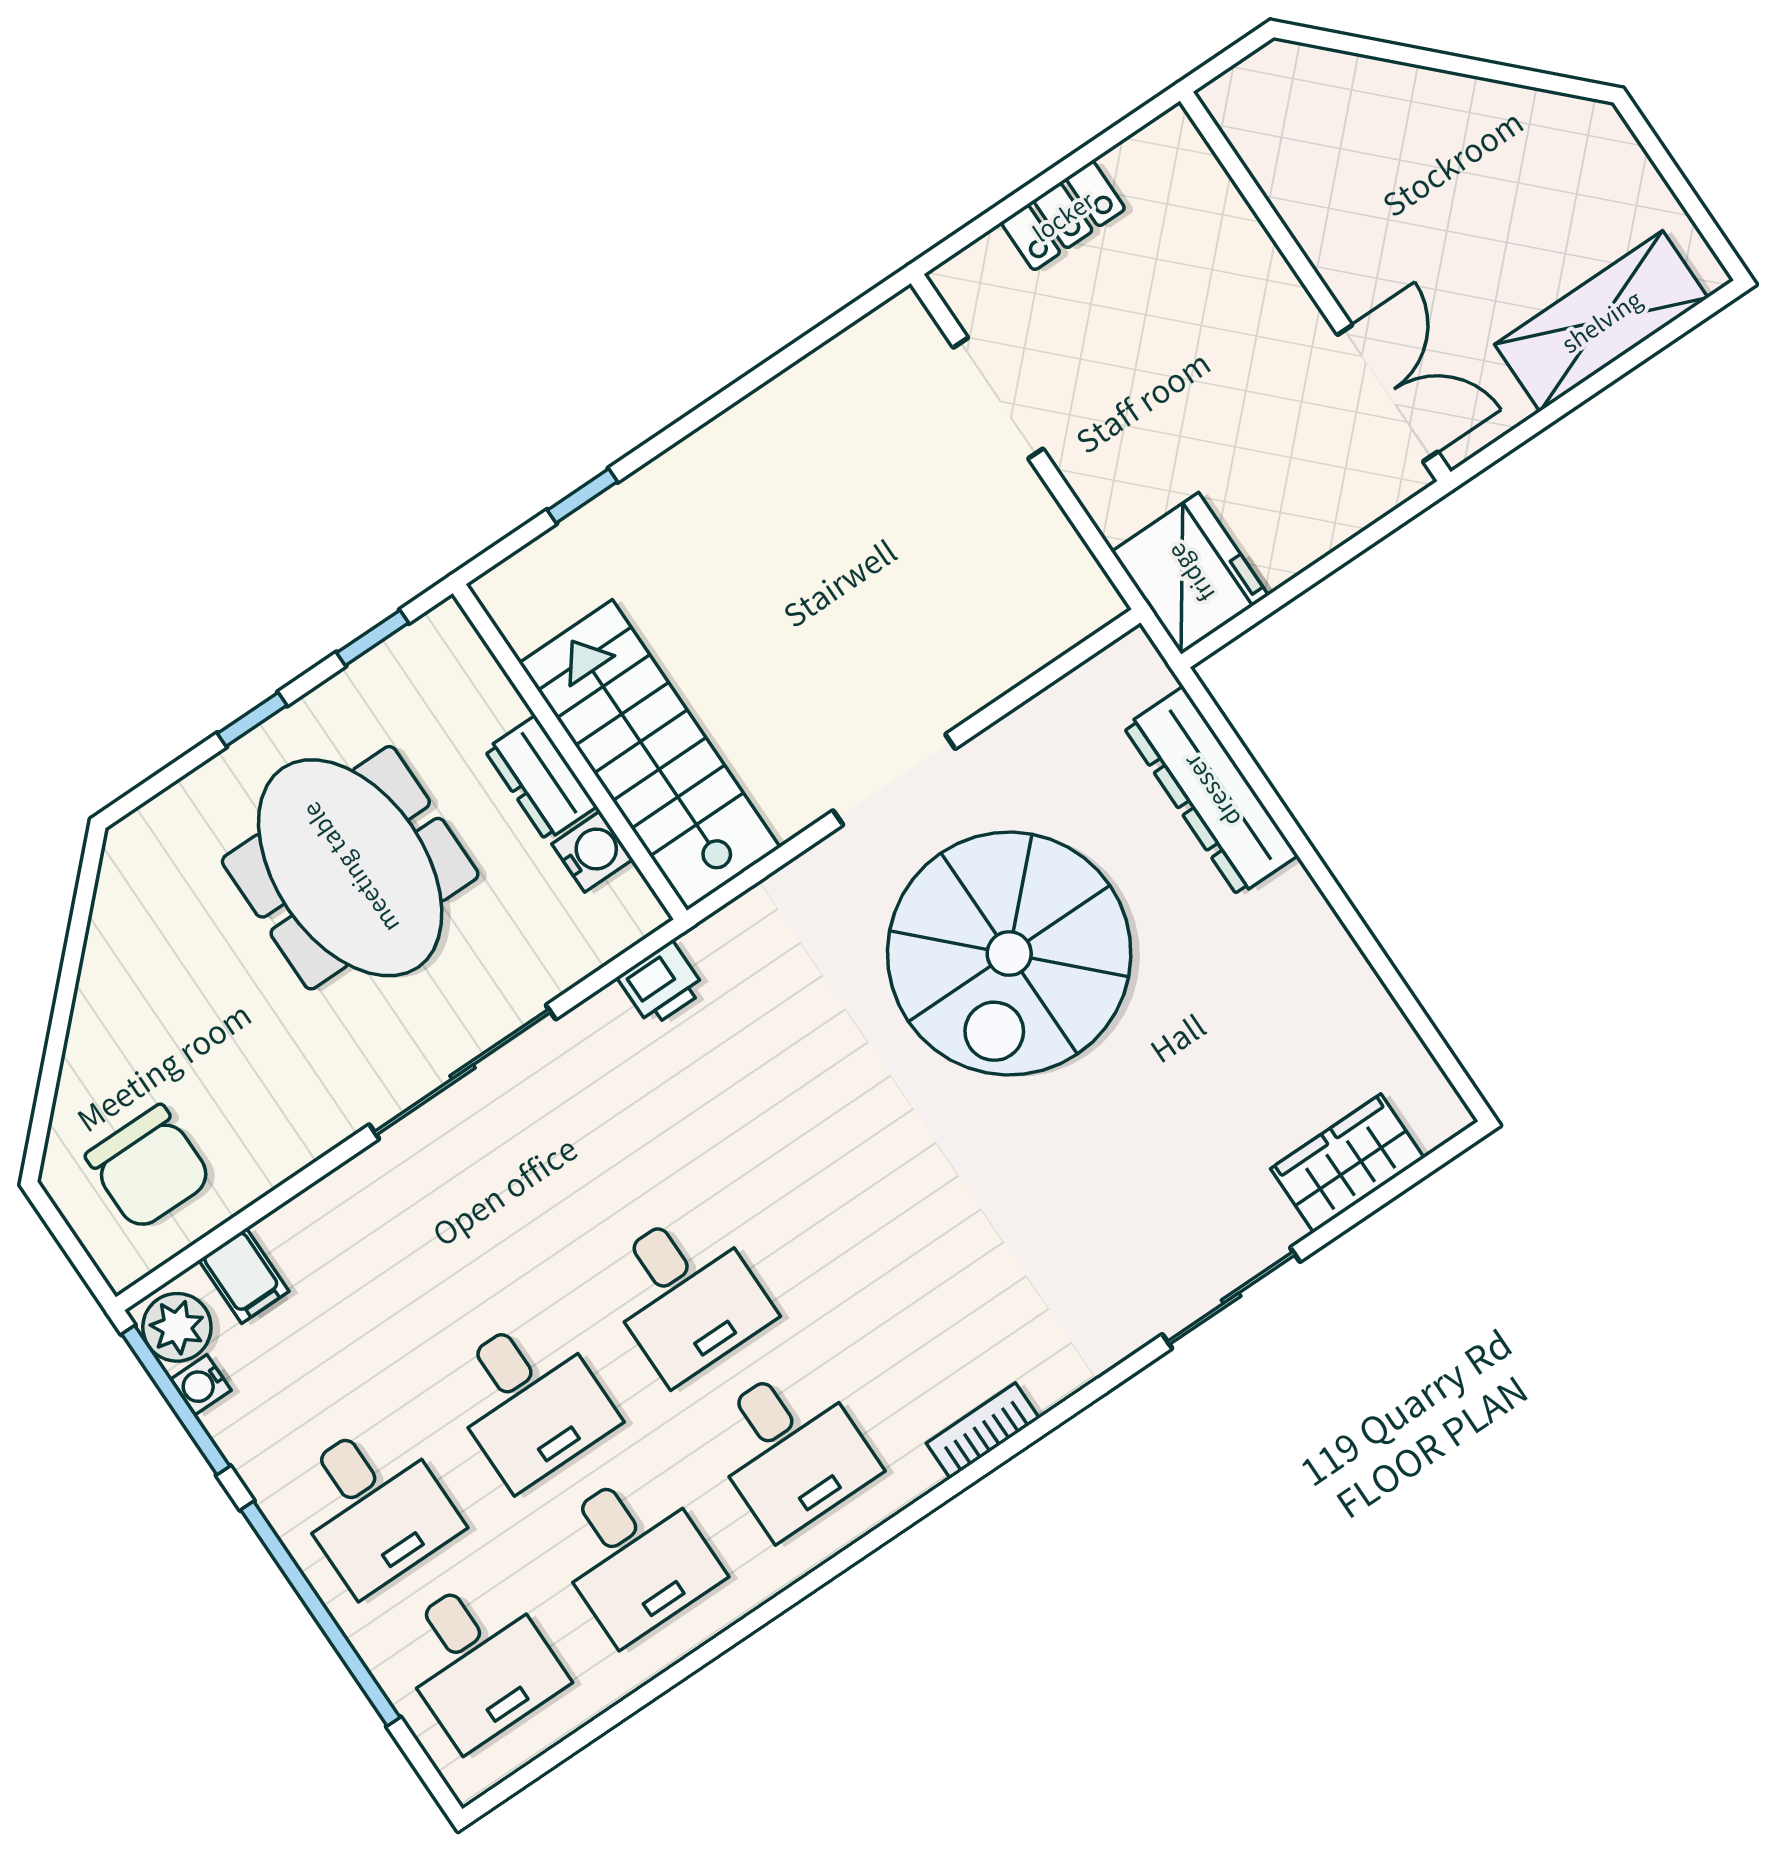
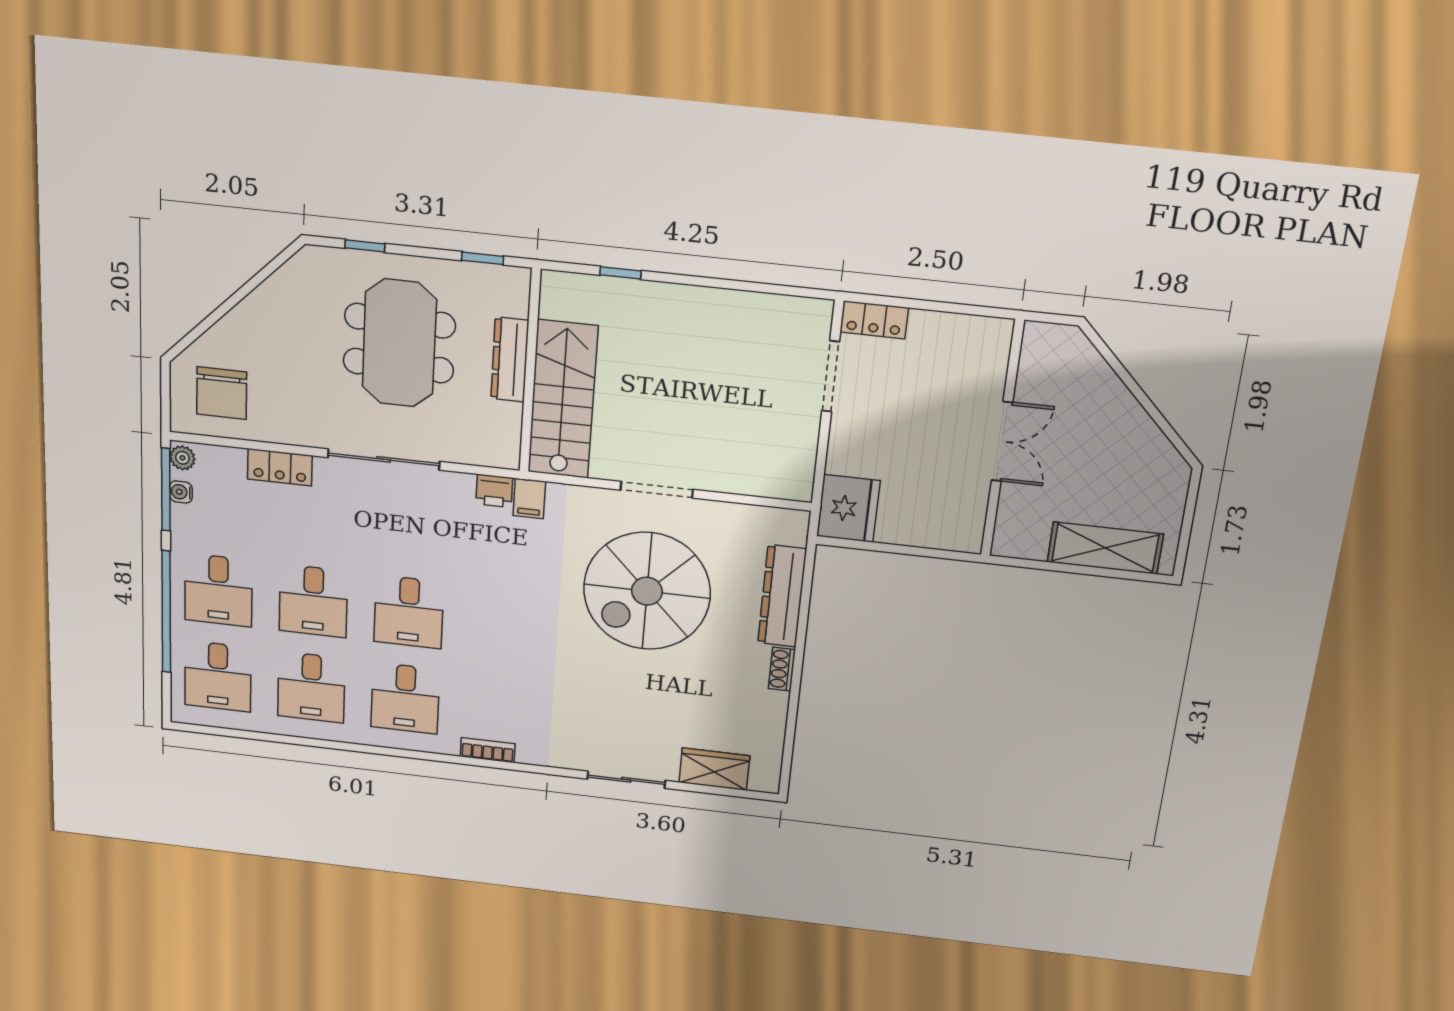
locker: (1063, 216) -> (874, 320), moved
double door: (1388, 393) -> (1002, 441), moved
window: (252, 719) -> (365, 246), moved
dresser: (541, 778) -> (510, 360), width x1.44
water cooler: (592, 852) -> (507, 418), removed
shoe rack: (1308, 909) -> (782, 669), added
locker: (319, 1216) -> (280, 467), added
filing cabinet: (244, 1276) -> (529, 499), moved
plant: (177, 1327) -> (182, 458), width x0.73, depth x0.73

